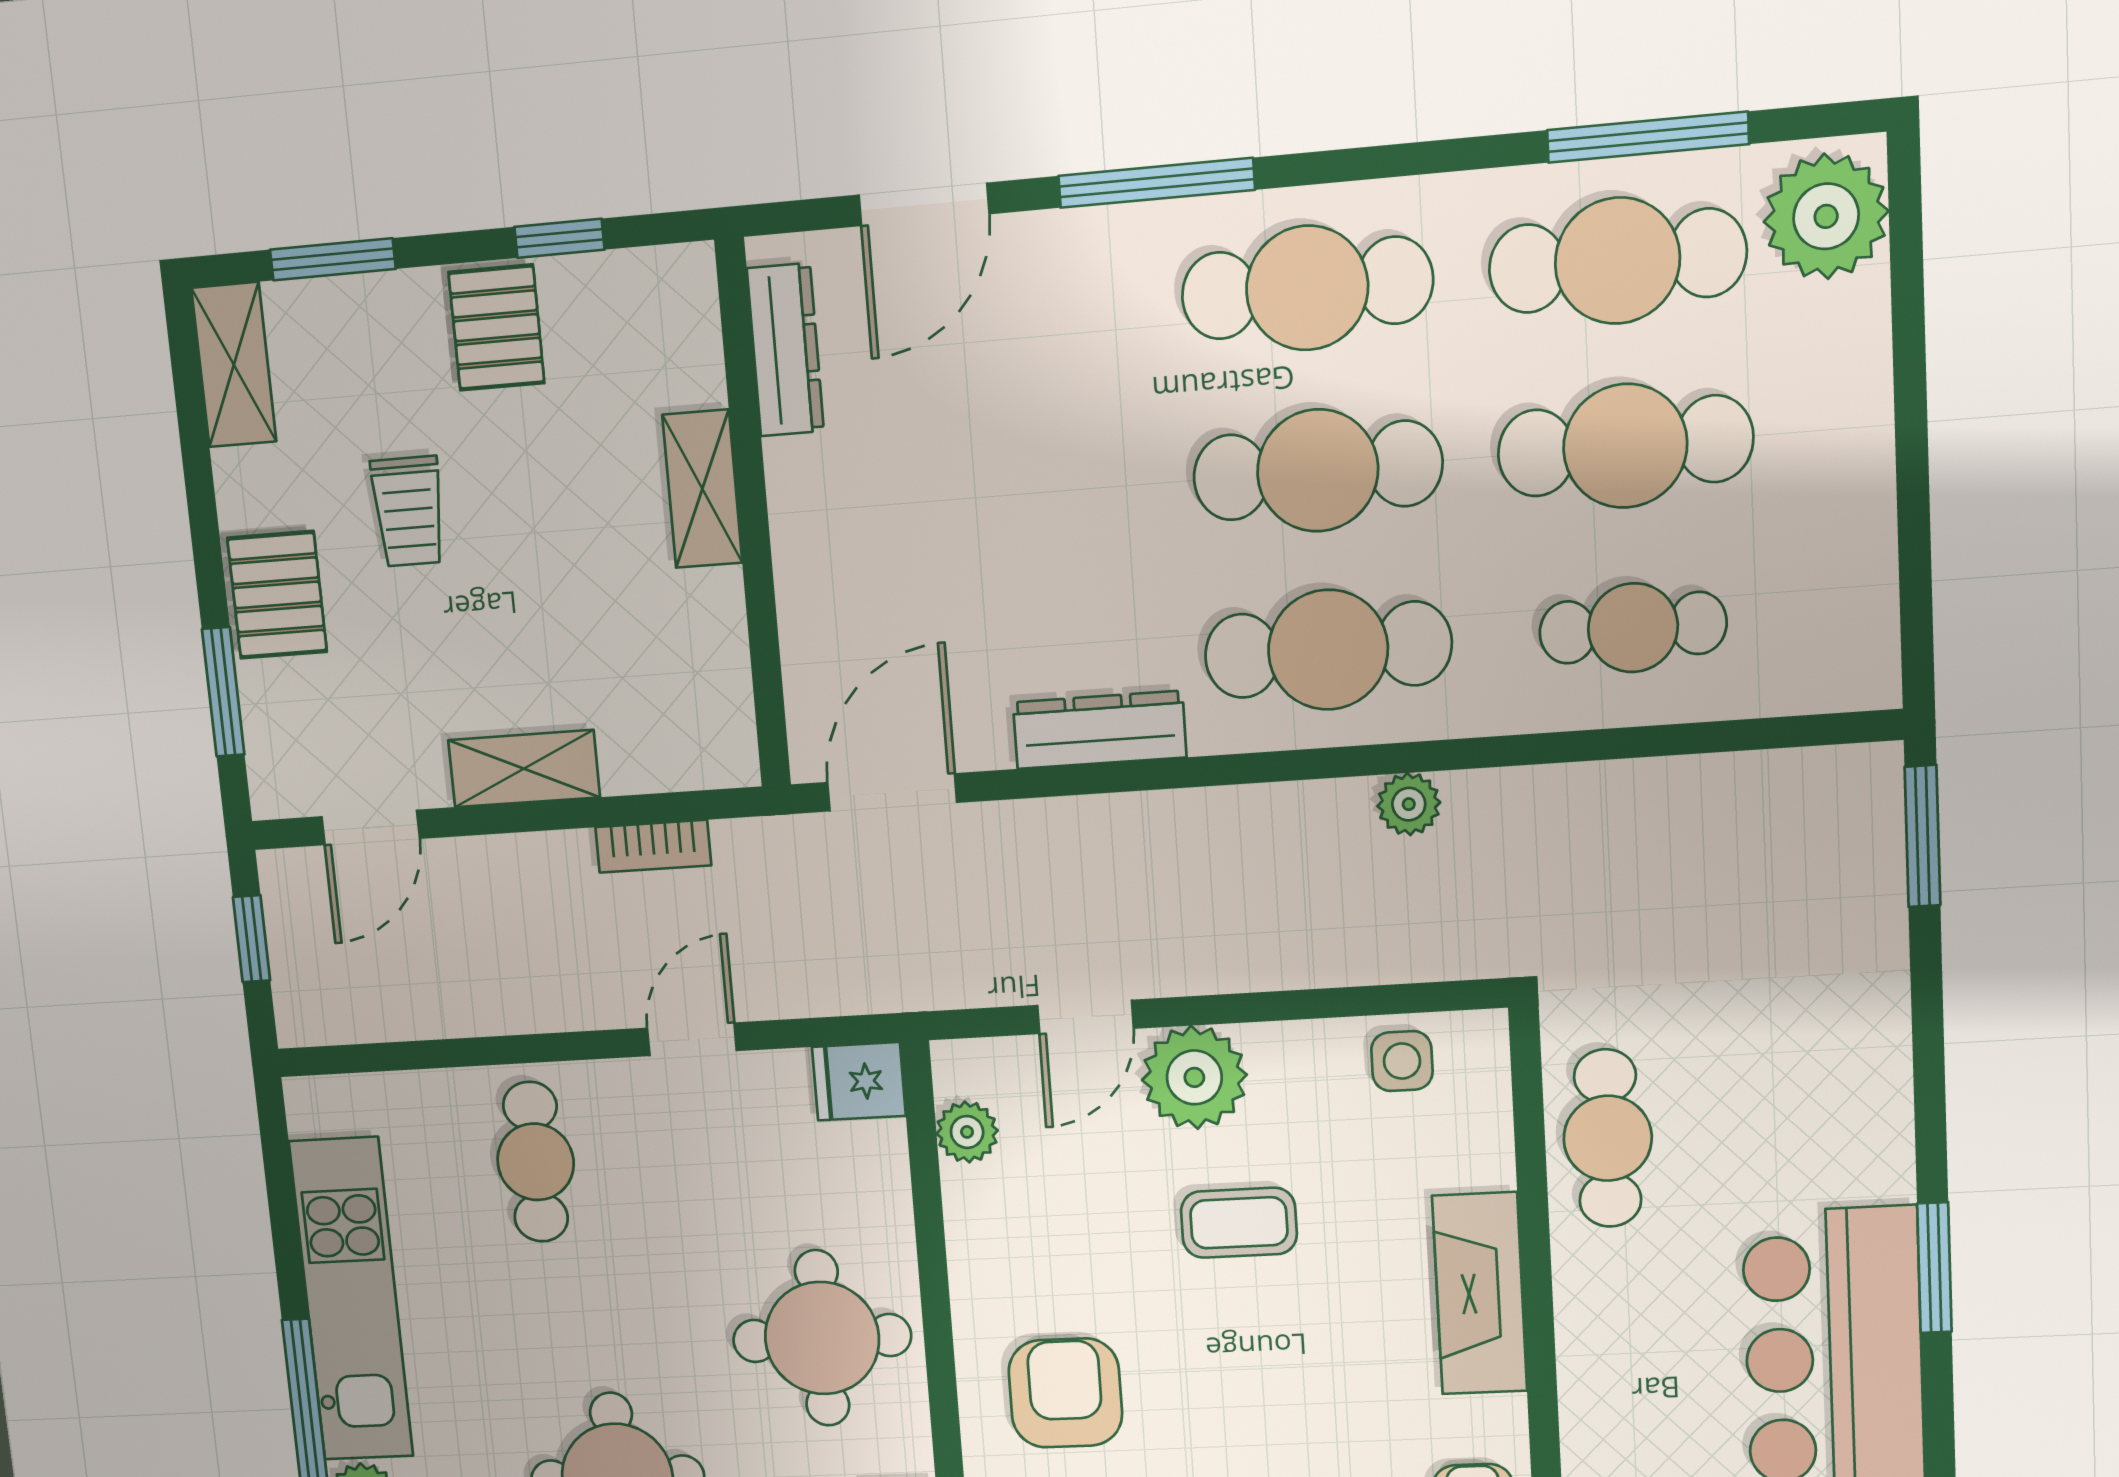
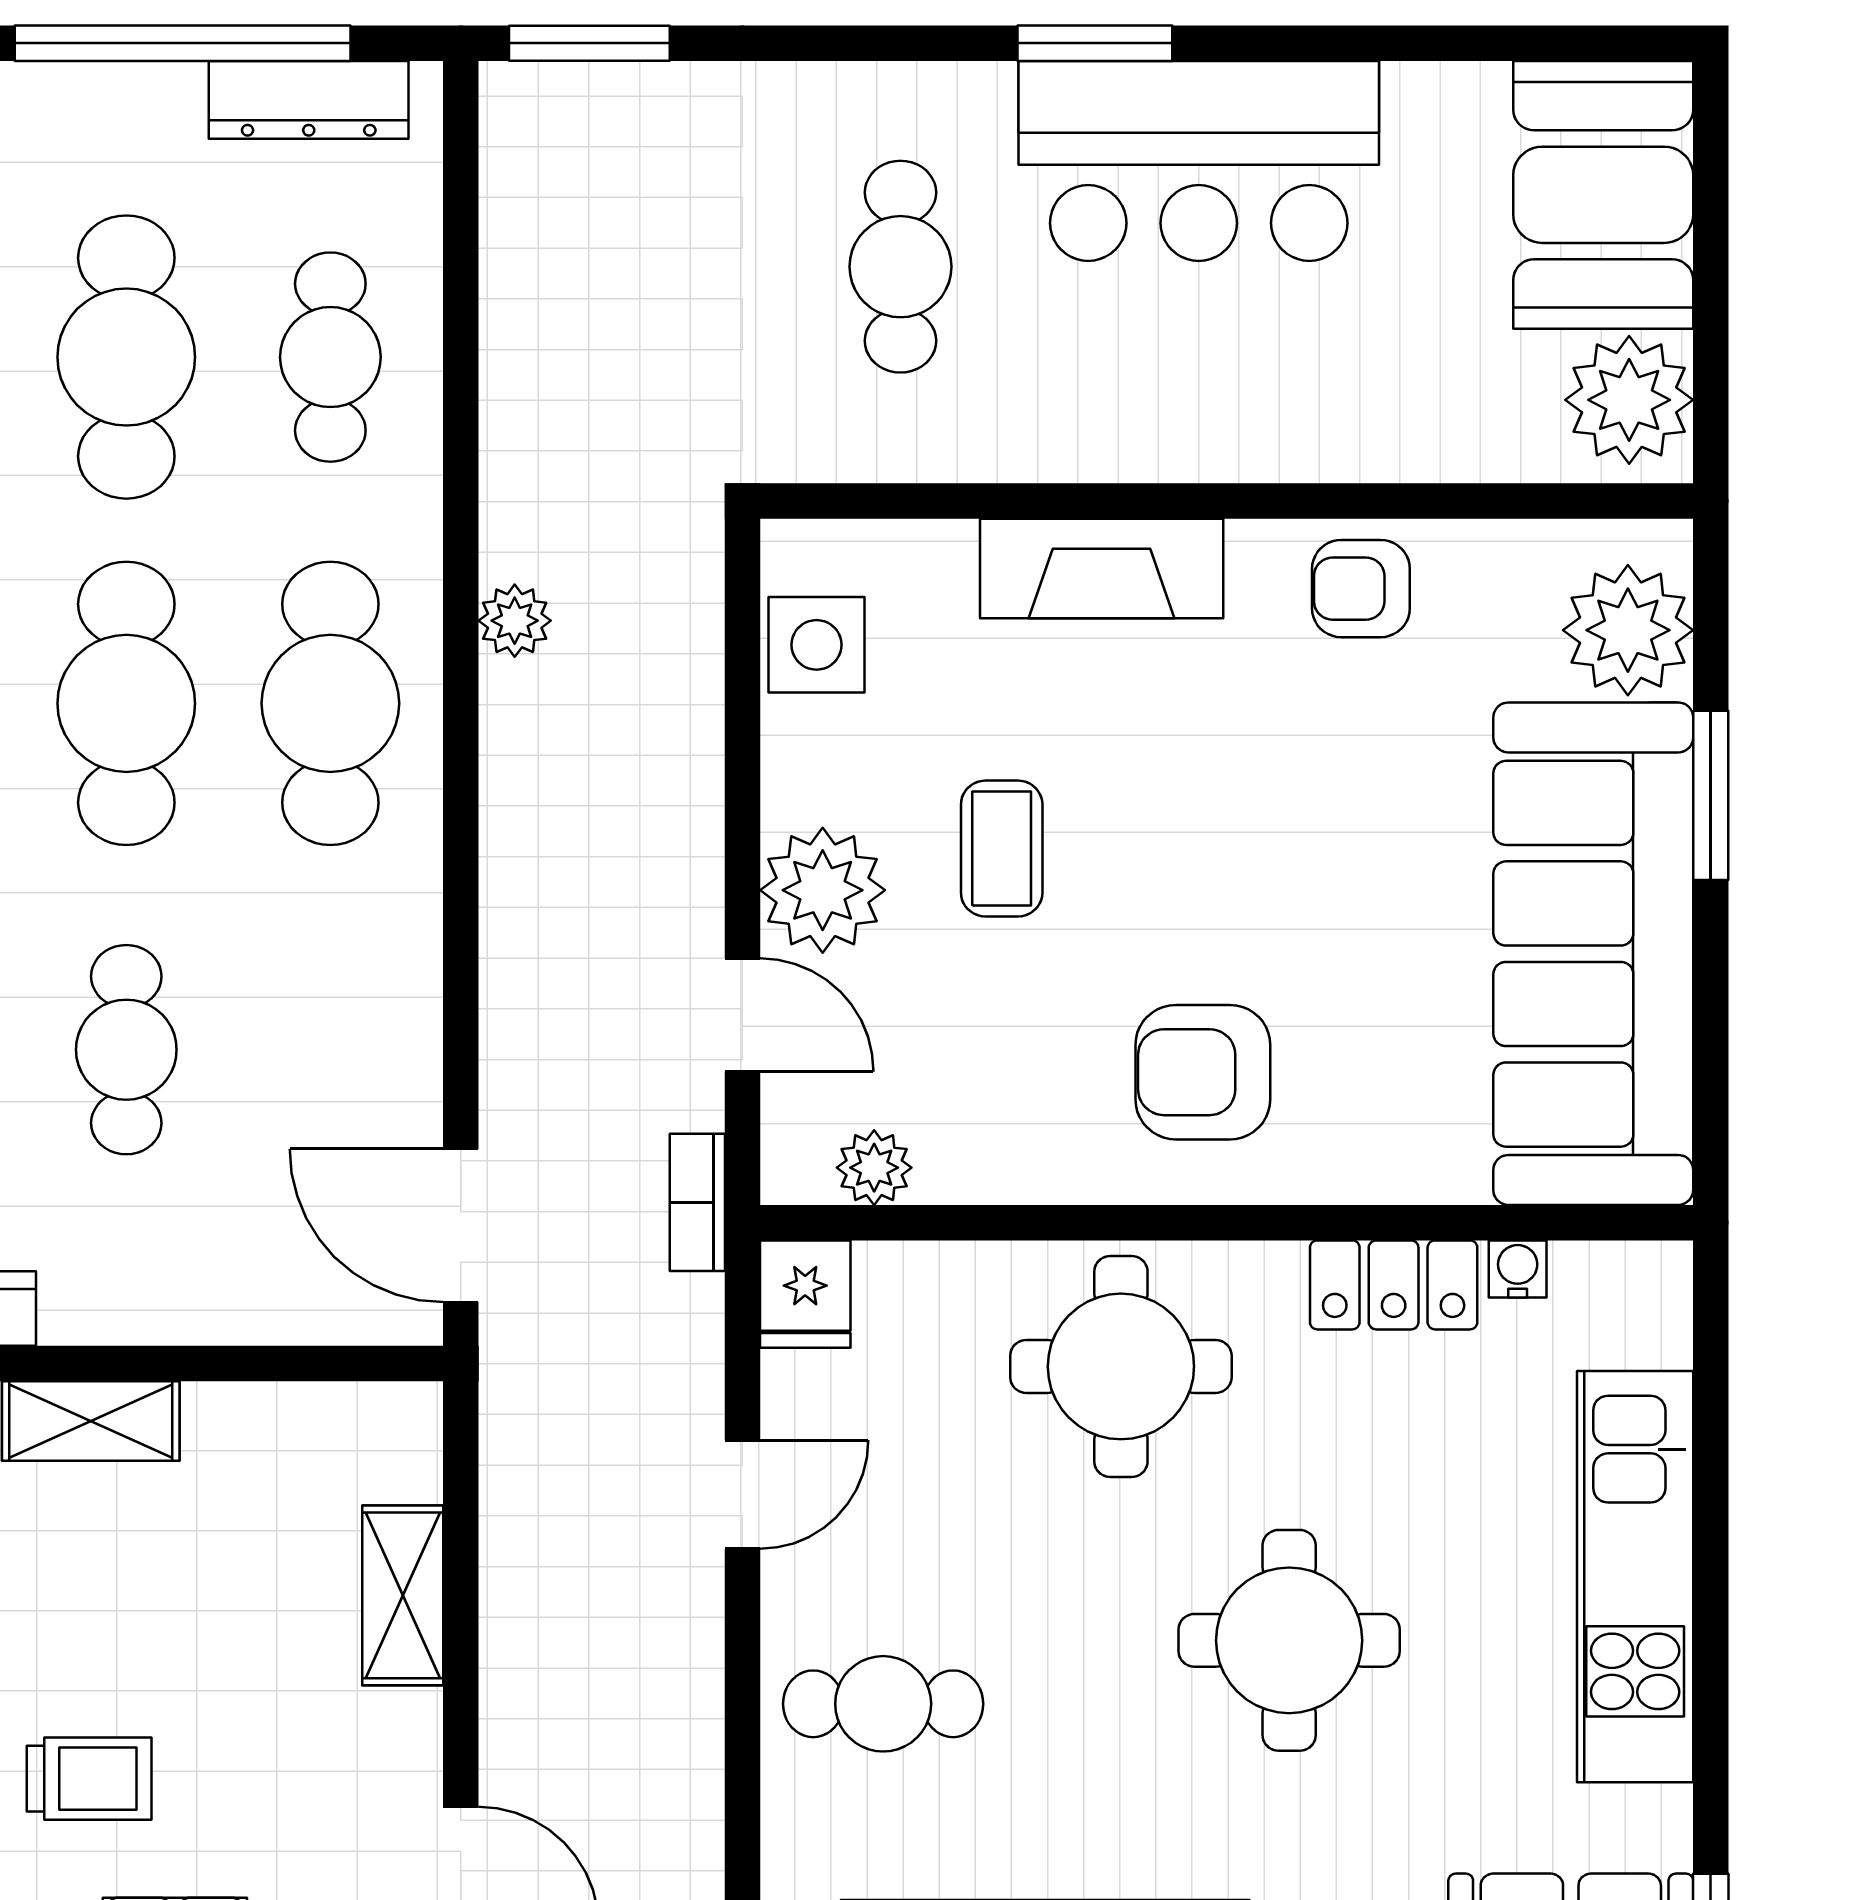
window: (1912, 474) -> (183, 43), added
cafe table: (1018, 494) -> (126, 1050), added
dresser: (1100, 730) -> (309, 100), moved, turned -90
shelving: (524, 769) -> (403, 1595), moved
bookcase: (653, 846) -> (697, 1202), moved, turned 180
door: (692, 1039) -> (742, 1494), swing flipped
side table: (1402, 1061) -> (816, 645), width x1.37, depth x1.37
cafe table: (1608, 1138) -> (900, 267), moved, turned 90

